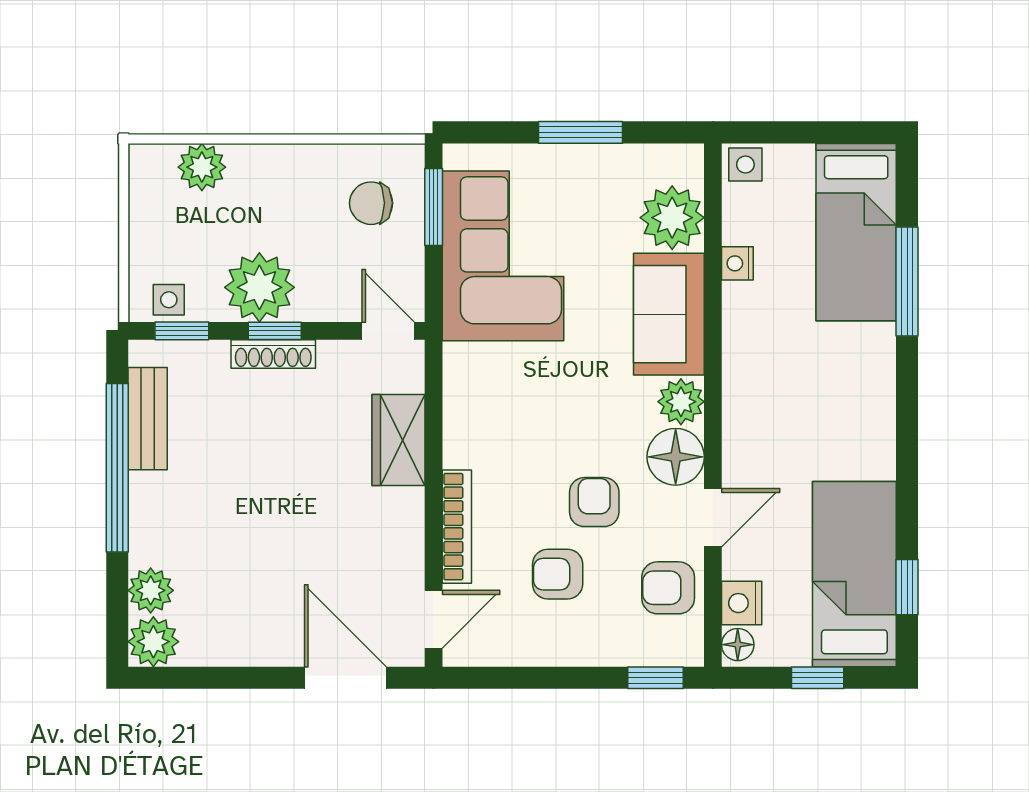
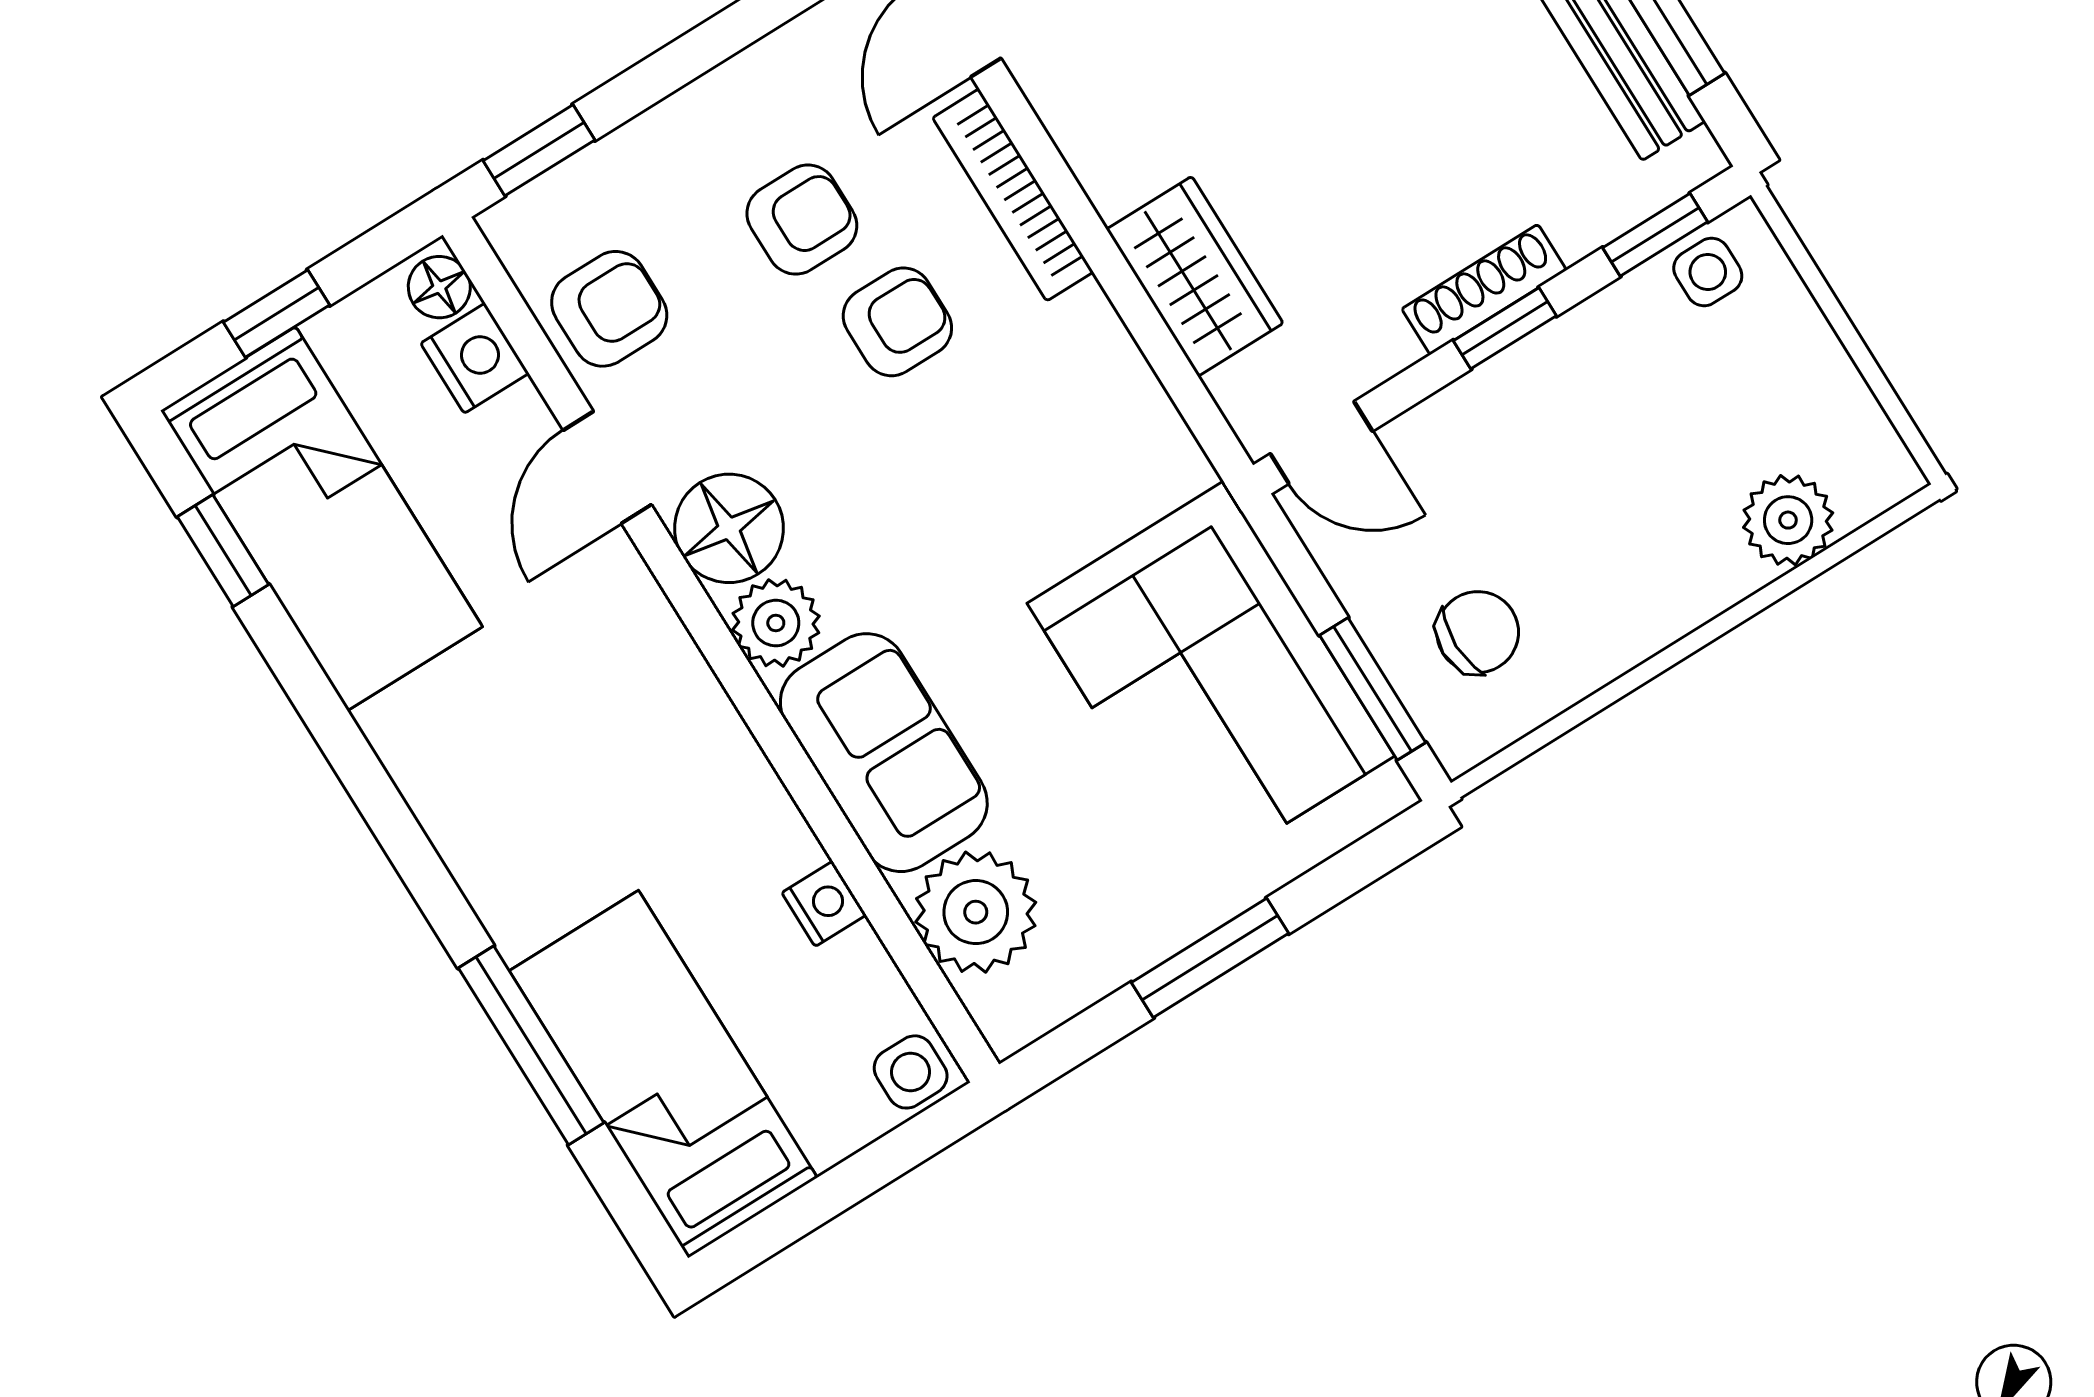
plant: (259, 287) -> (1573, 383), removed
armchair: (594, 502) -> (897, 322), moved, turned -90

